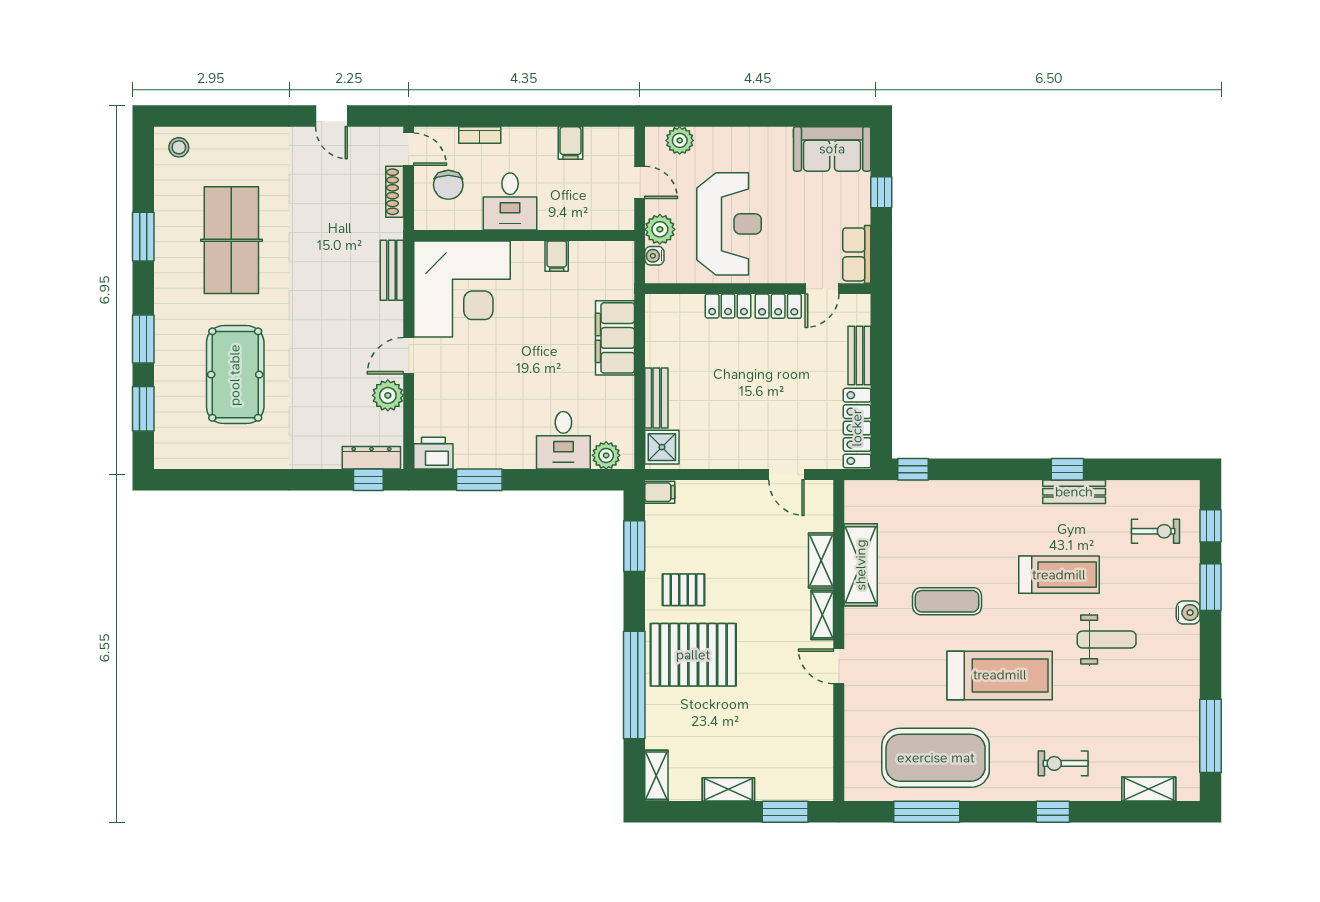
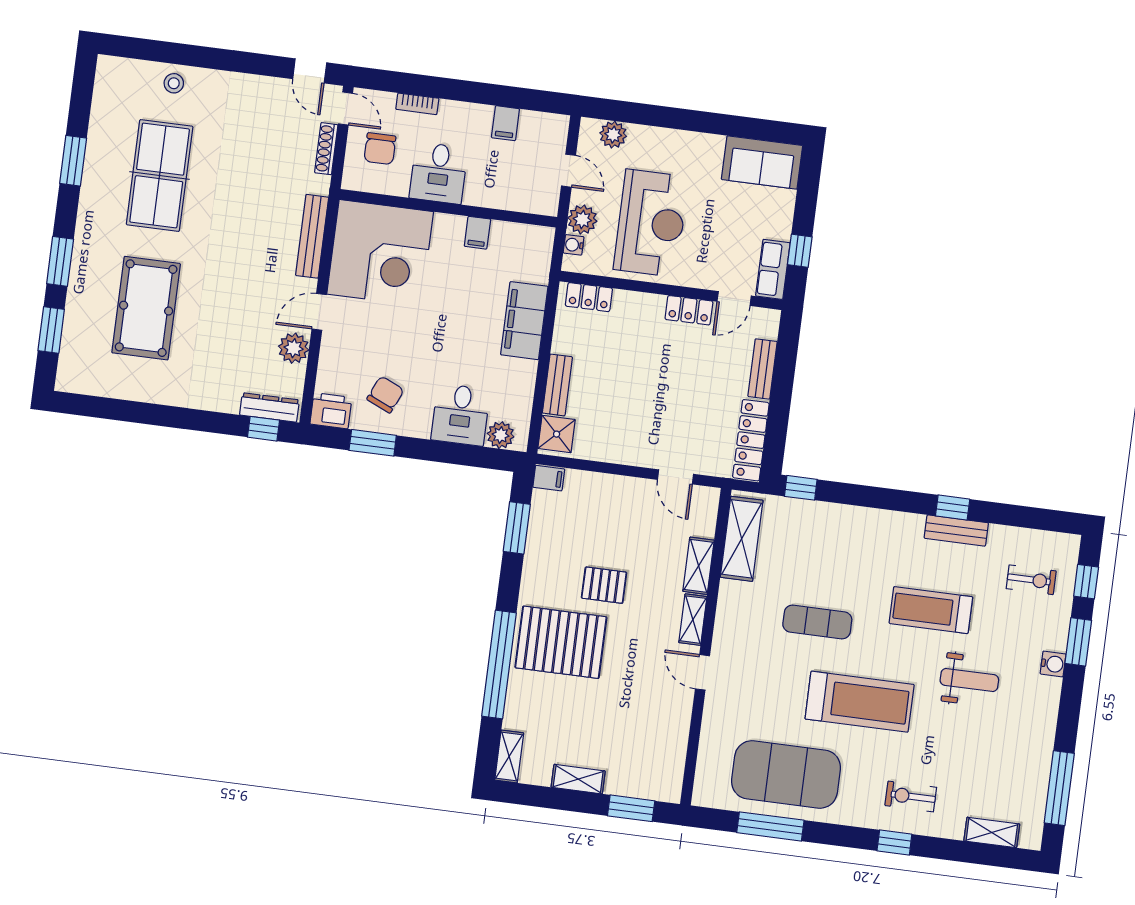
door: (331, 116) -> (310, 71), moved
stool: (179, 147) -> (174, 83), moved
window: (881, 192) -> (800, 251), moved
bench: (392, 270) -> (312, 236), width x1.36
locker: (728, 306) -> (589, 297), moved
chair: (486, 430) -> (385, 395), added
shelving: (861, 565) -> (742, 539), moved
treadmill: (1059, 575) -> (931, 610), turned 180
pallet: (683, 590) -> (604, 585), moved

